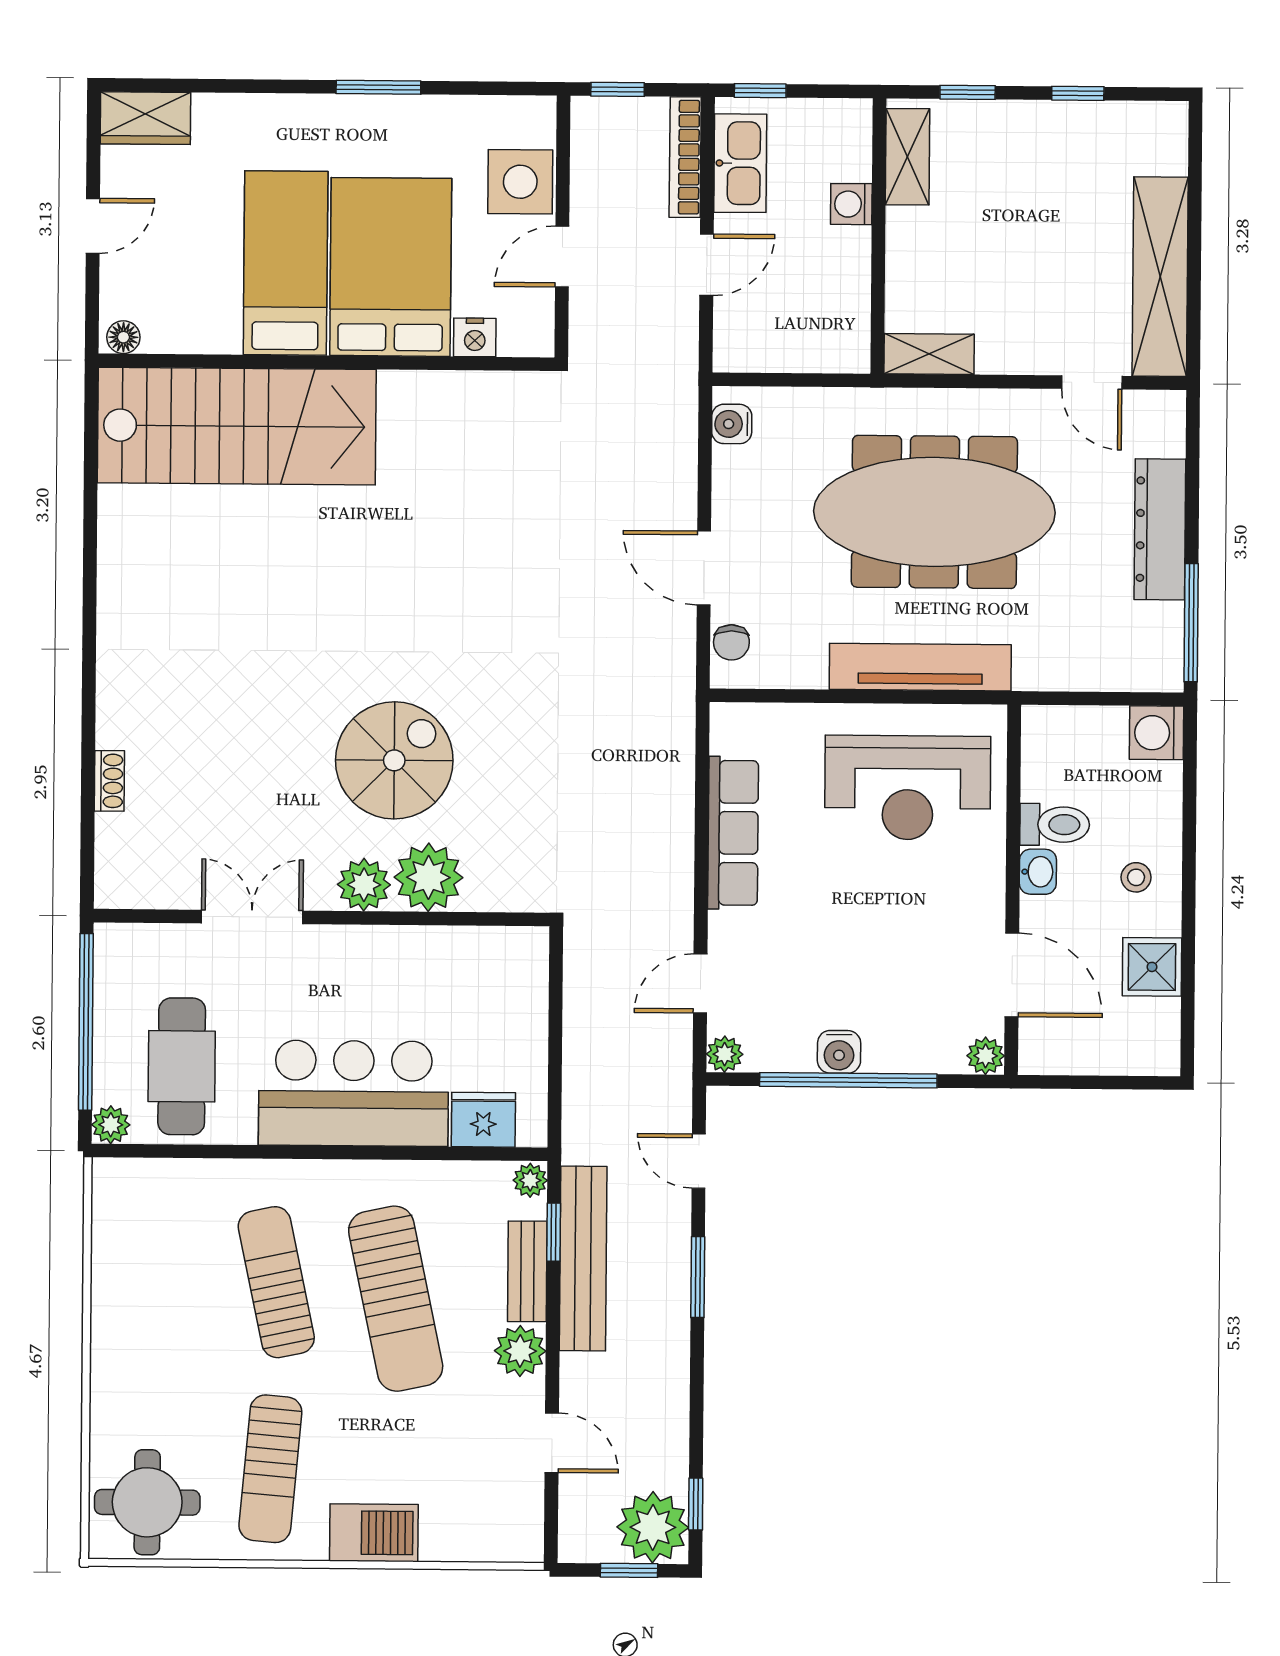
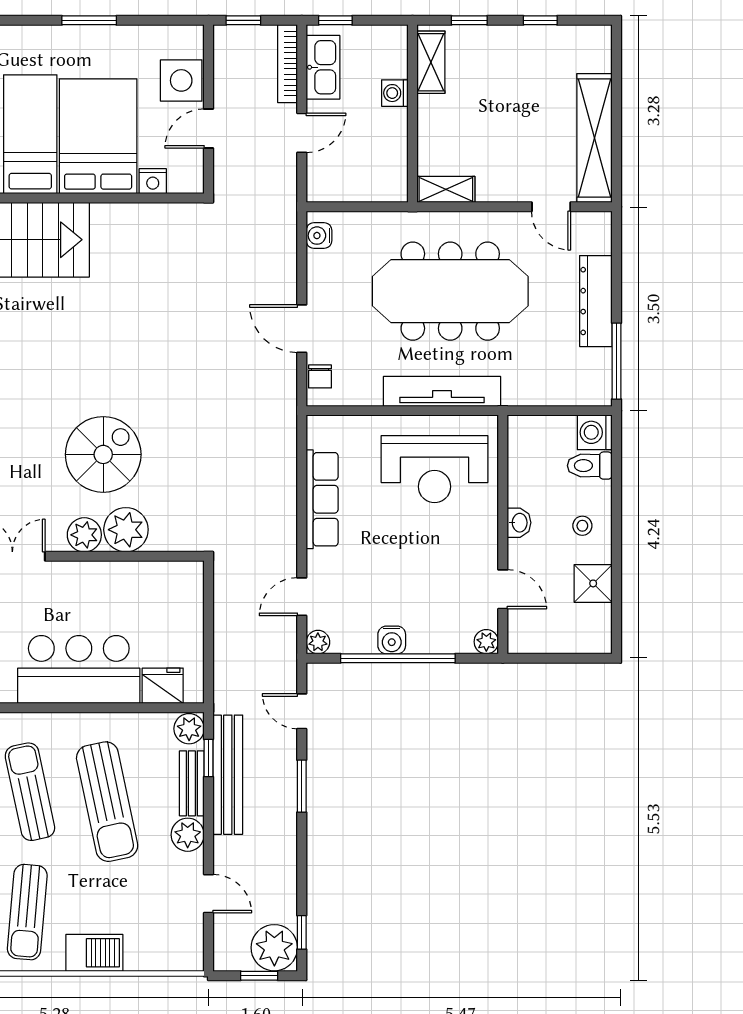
toilet: (1055, 825) -> (590, 466), moved, turned 180
door: (1012, 975) -> (503, 589), width x0.73
plant: (530, 1180) -> (189, 729), width x1.38, depth x1.38

